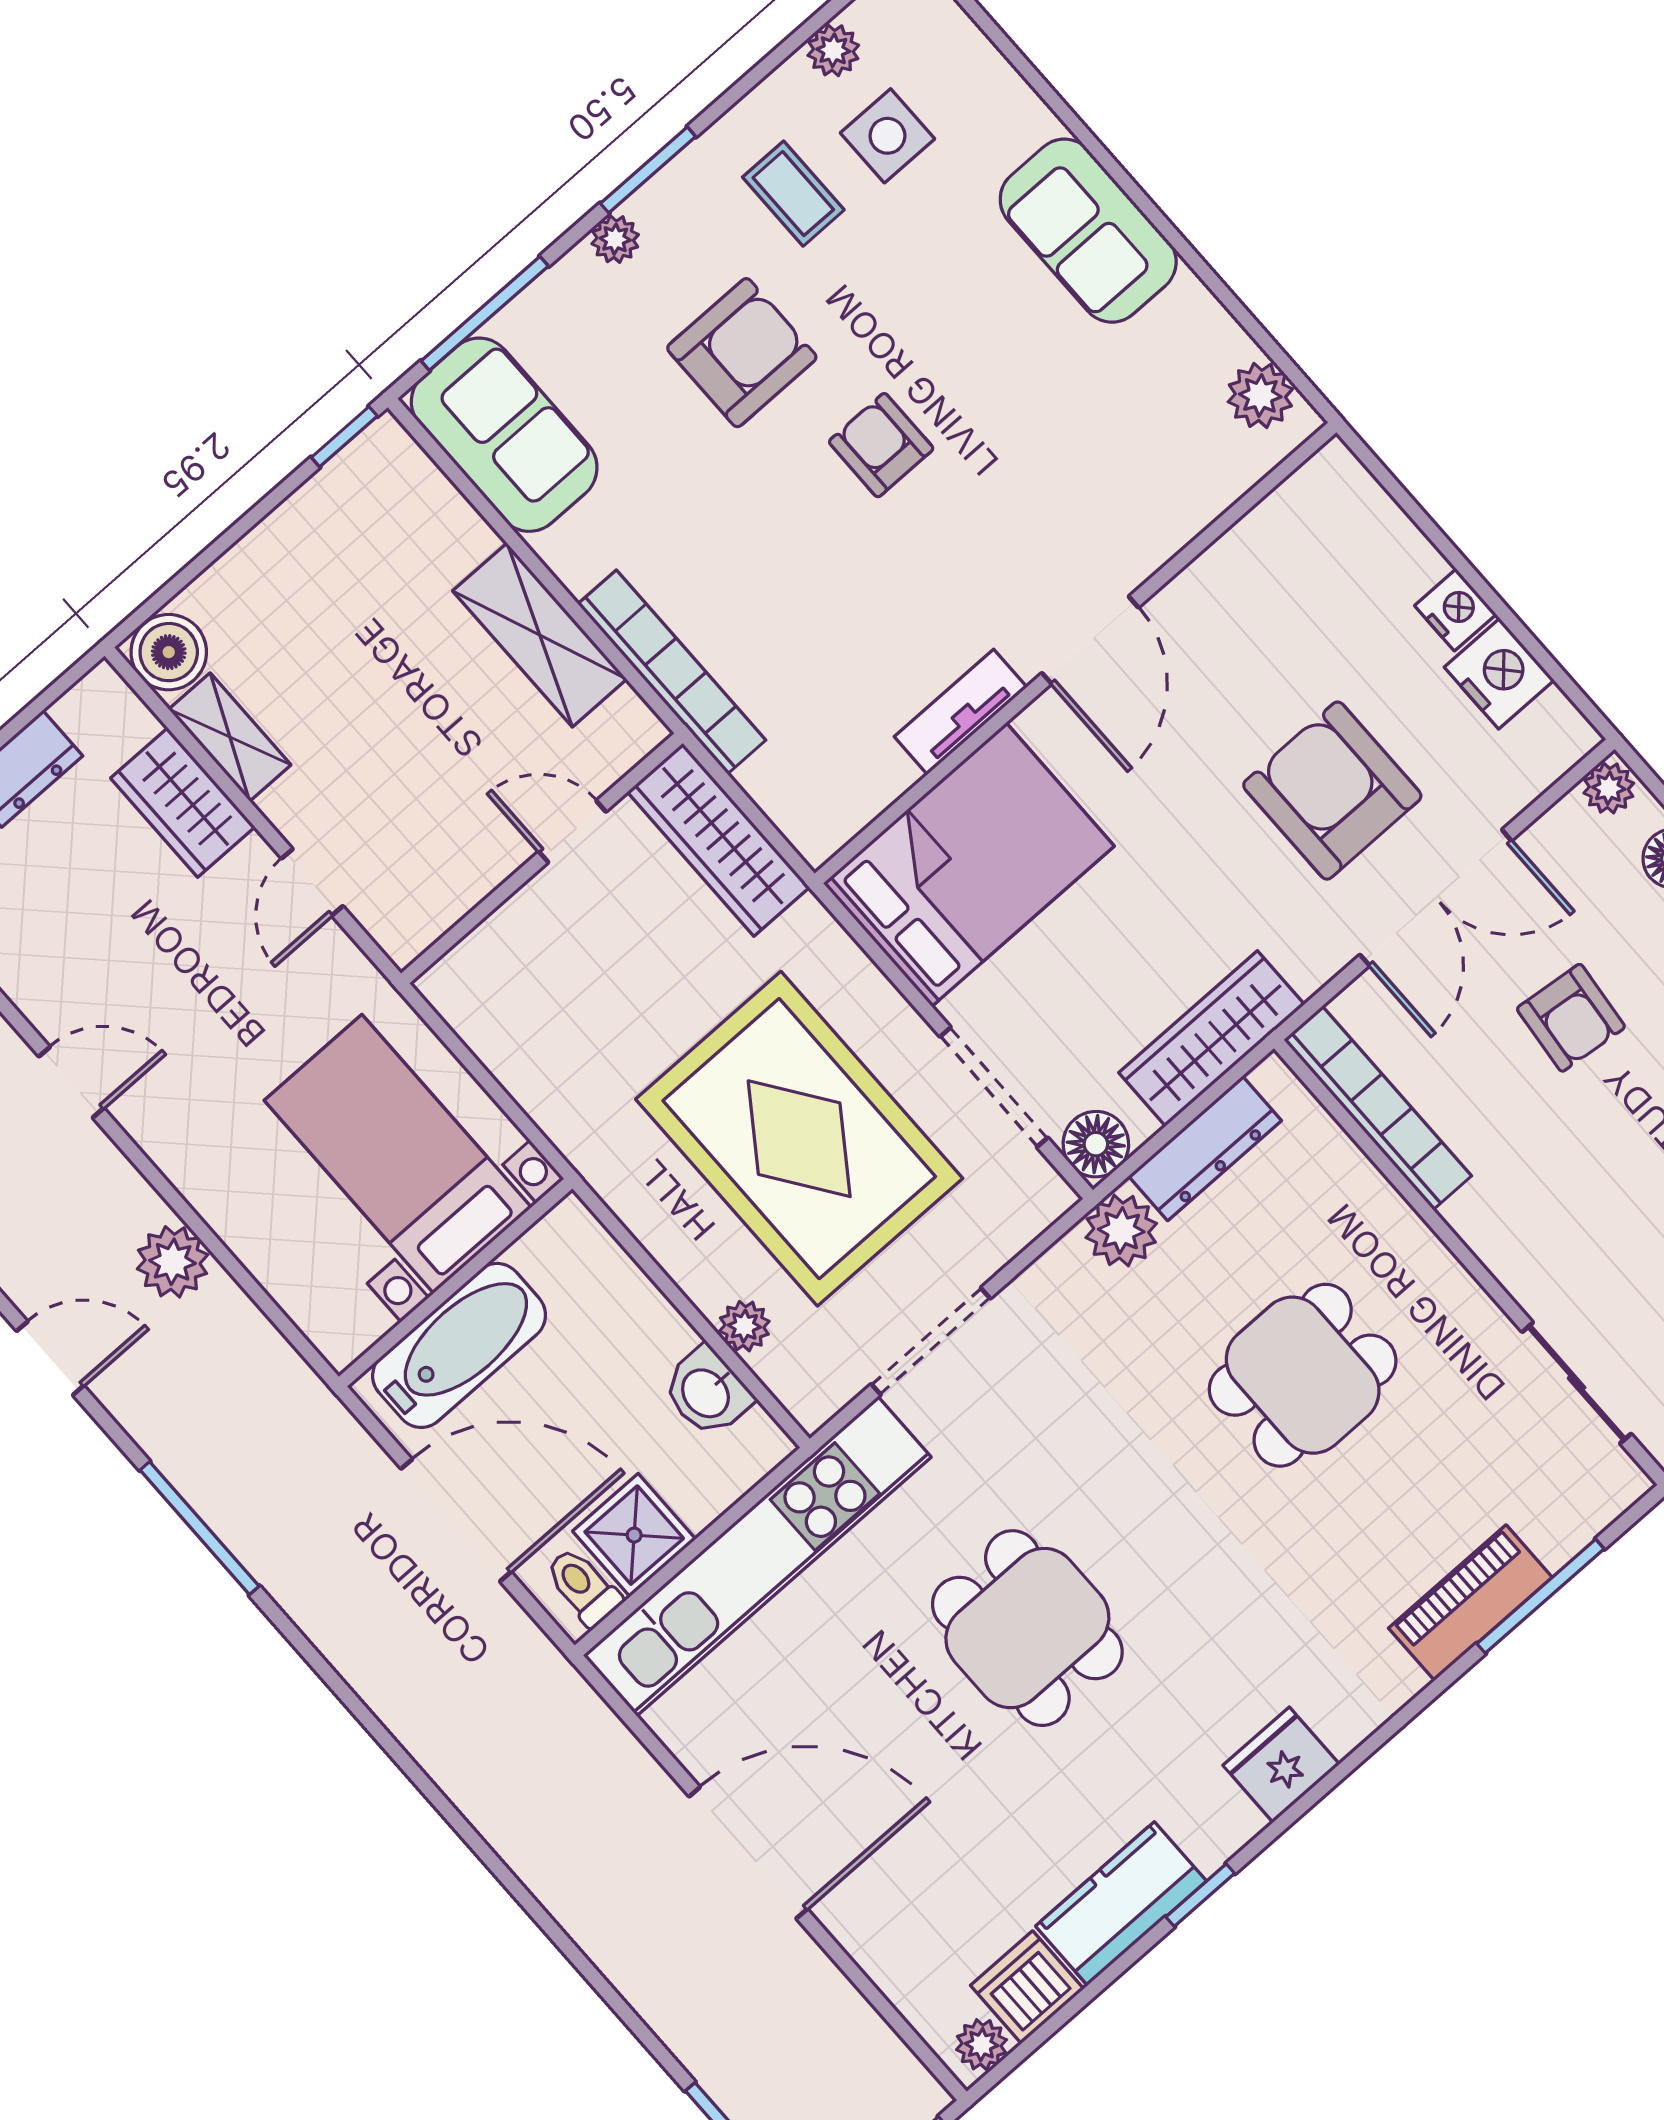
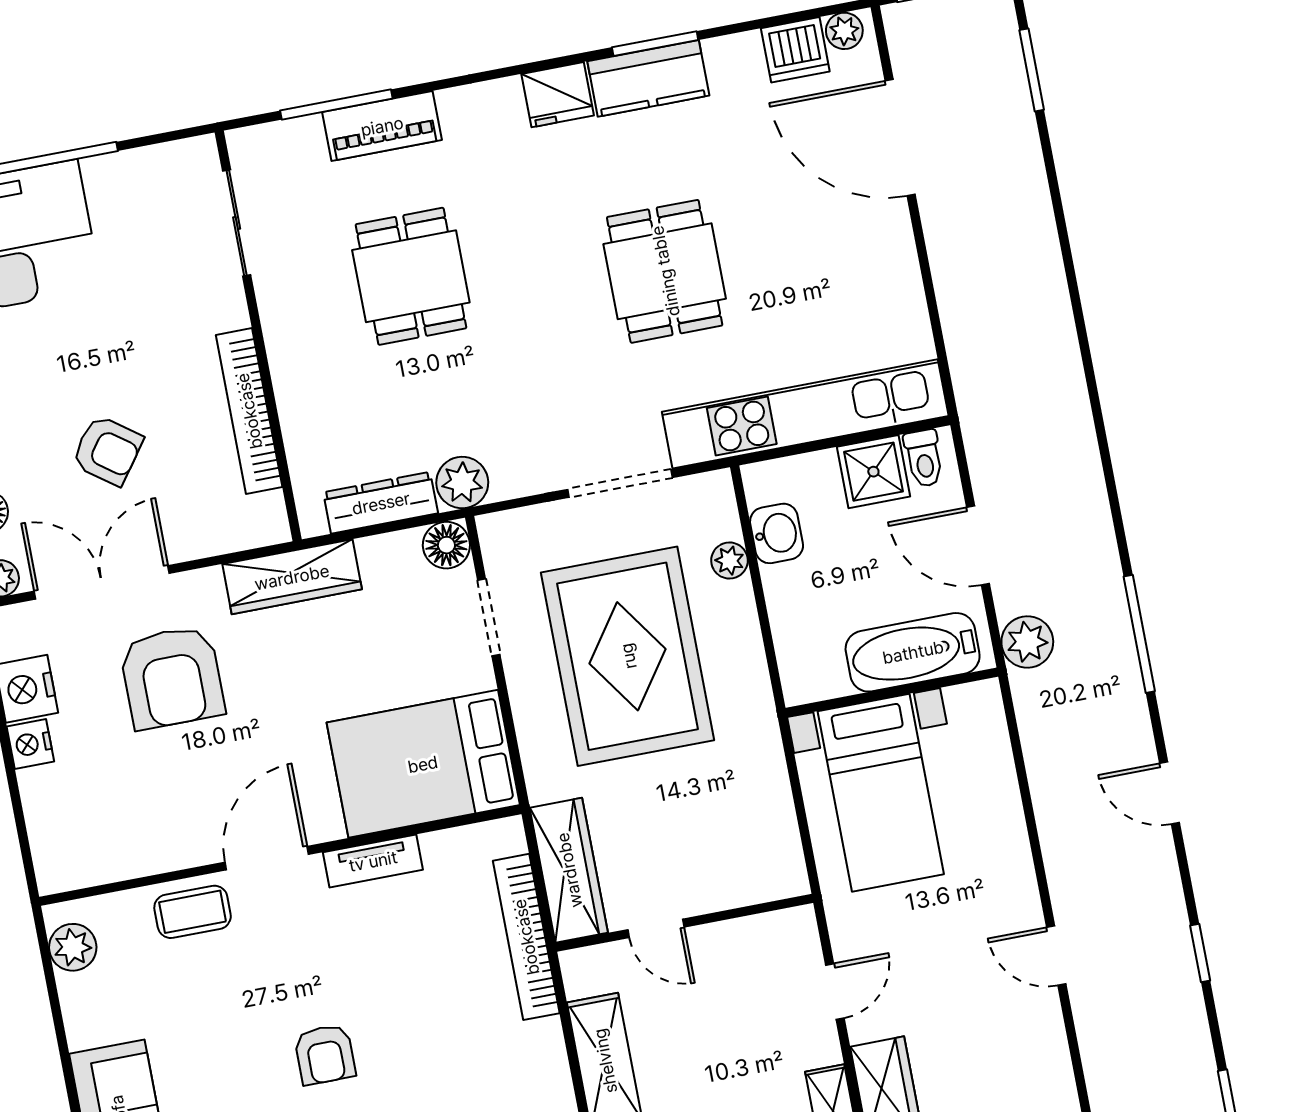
coffee table: (1141, 523) -> (193, 912), added
bookcase: (672, 672) -> (526, 937), moved
double door: (1436, 898) -> (102, 582), moved
armchair: (1571, 1018) -> (107, 450), turned 120
wardrobe: (1212, 1038) -> (292, 577), moved
doorway: (994, 1087) -> (489, 617), width x0.73
bookcase: (1378, 1108) -> (249, 411), moved
plant: (173, 1262) -> (1027, 642), moved
dining table: (1303, 1375) -> (411, 276), moved, turned 90
door: (456, 1520) -> (978, 545), width x0.73
door: (748, 1853) -> (900, 138), moved
window: (1200, 1895) -> (655, 44), width x1.50
kitchen counter: (1121, 1904) -> (648, 78), moved

